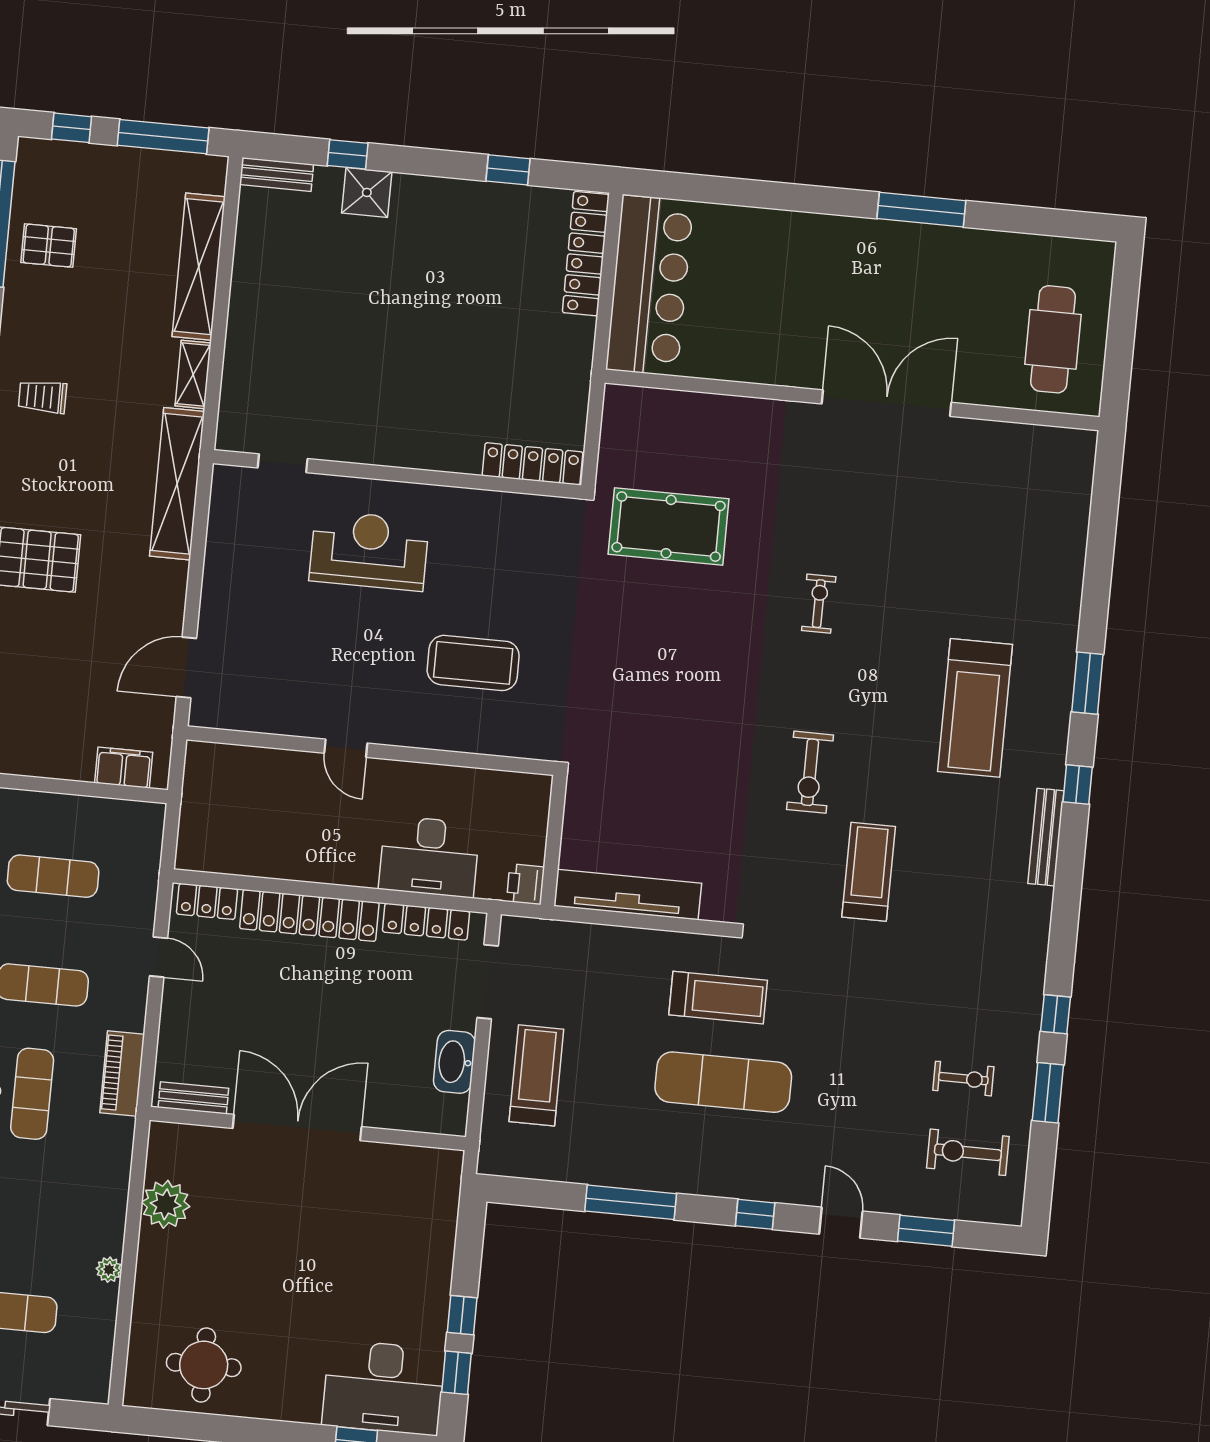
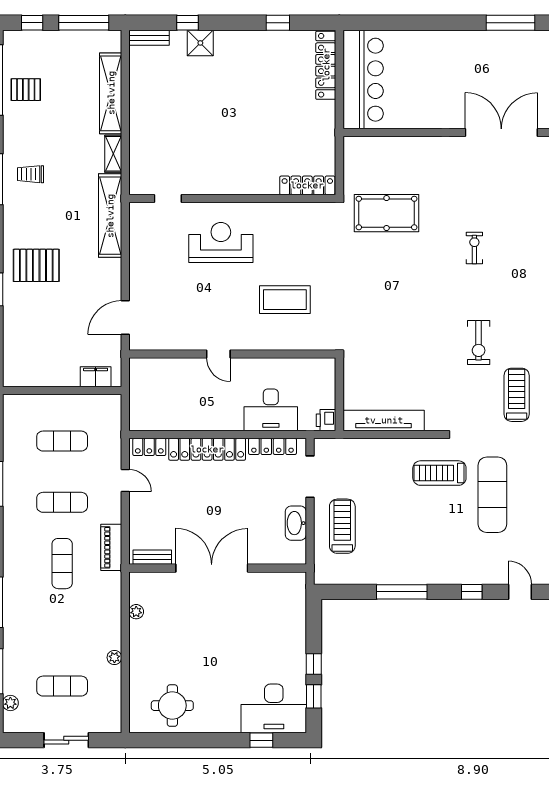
treadmill: (718, 998) -> (439, 473), turned 180
exercise mat: (723, 1082) -> (492, 495), moved, turned 90
plant: (166, 1204) -> (136, 612), width x0.53, depth x0.53

